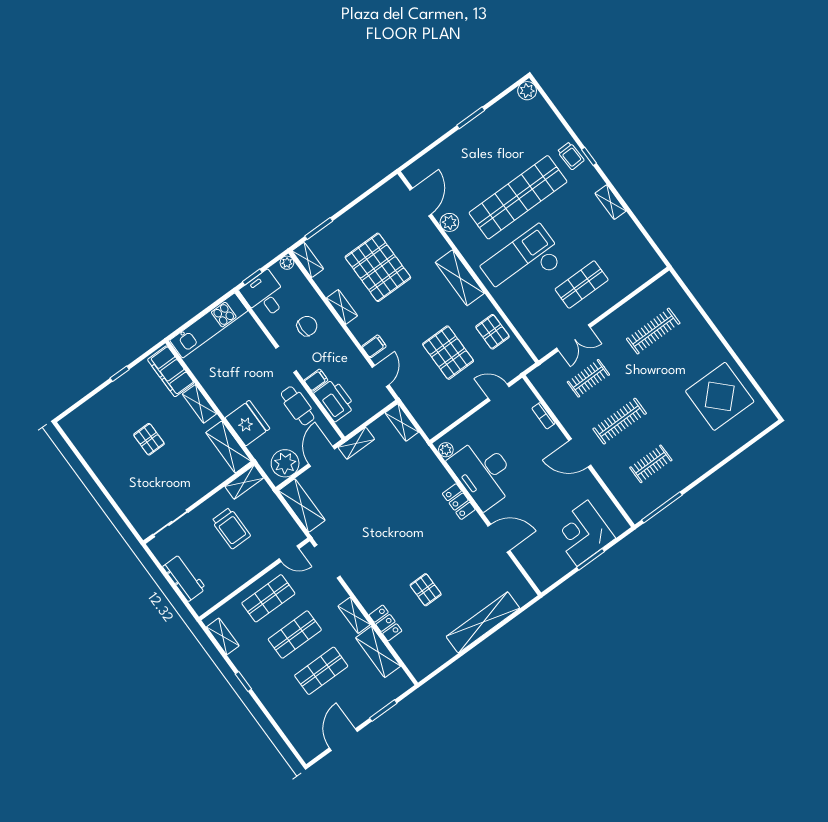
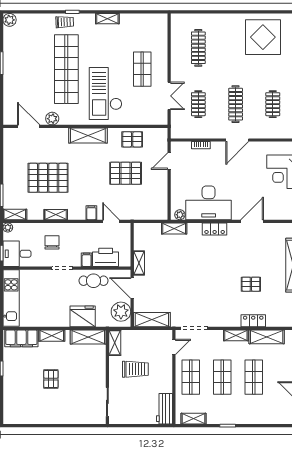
shelving: (402, 422) -> (174, 228), moved
pallet: (149, 439) -> (51, 379), turned 90
workbench: (184, 578) -> (165, 409), moved, turned -90

